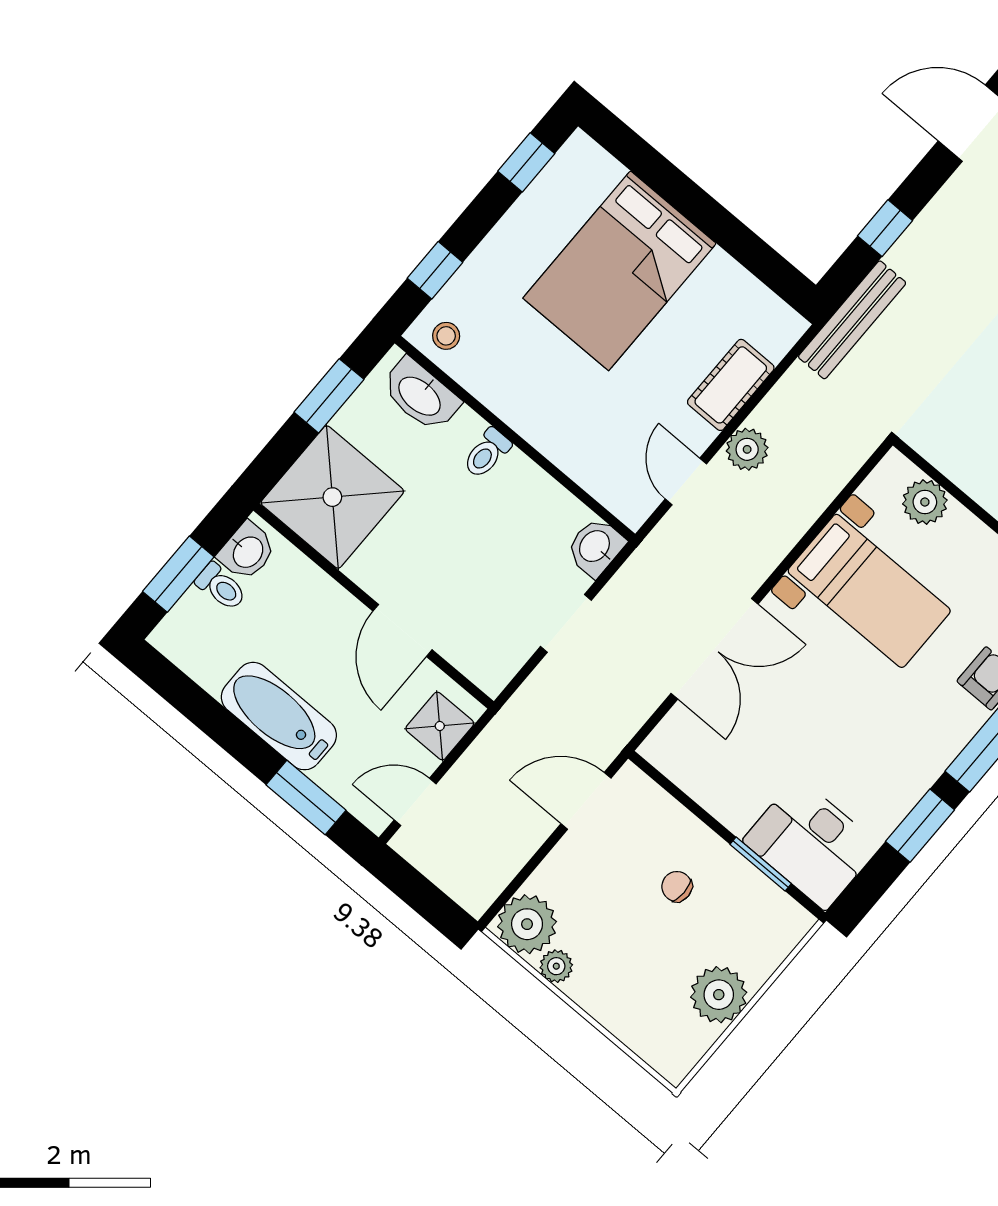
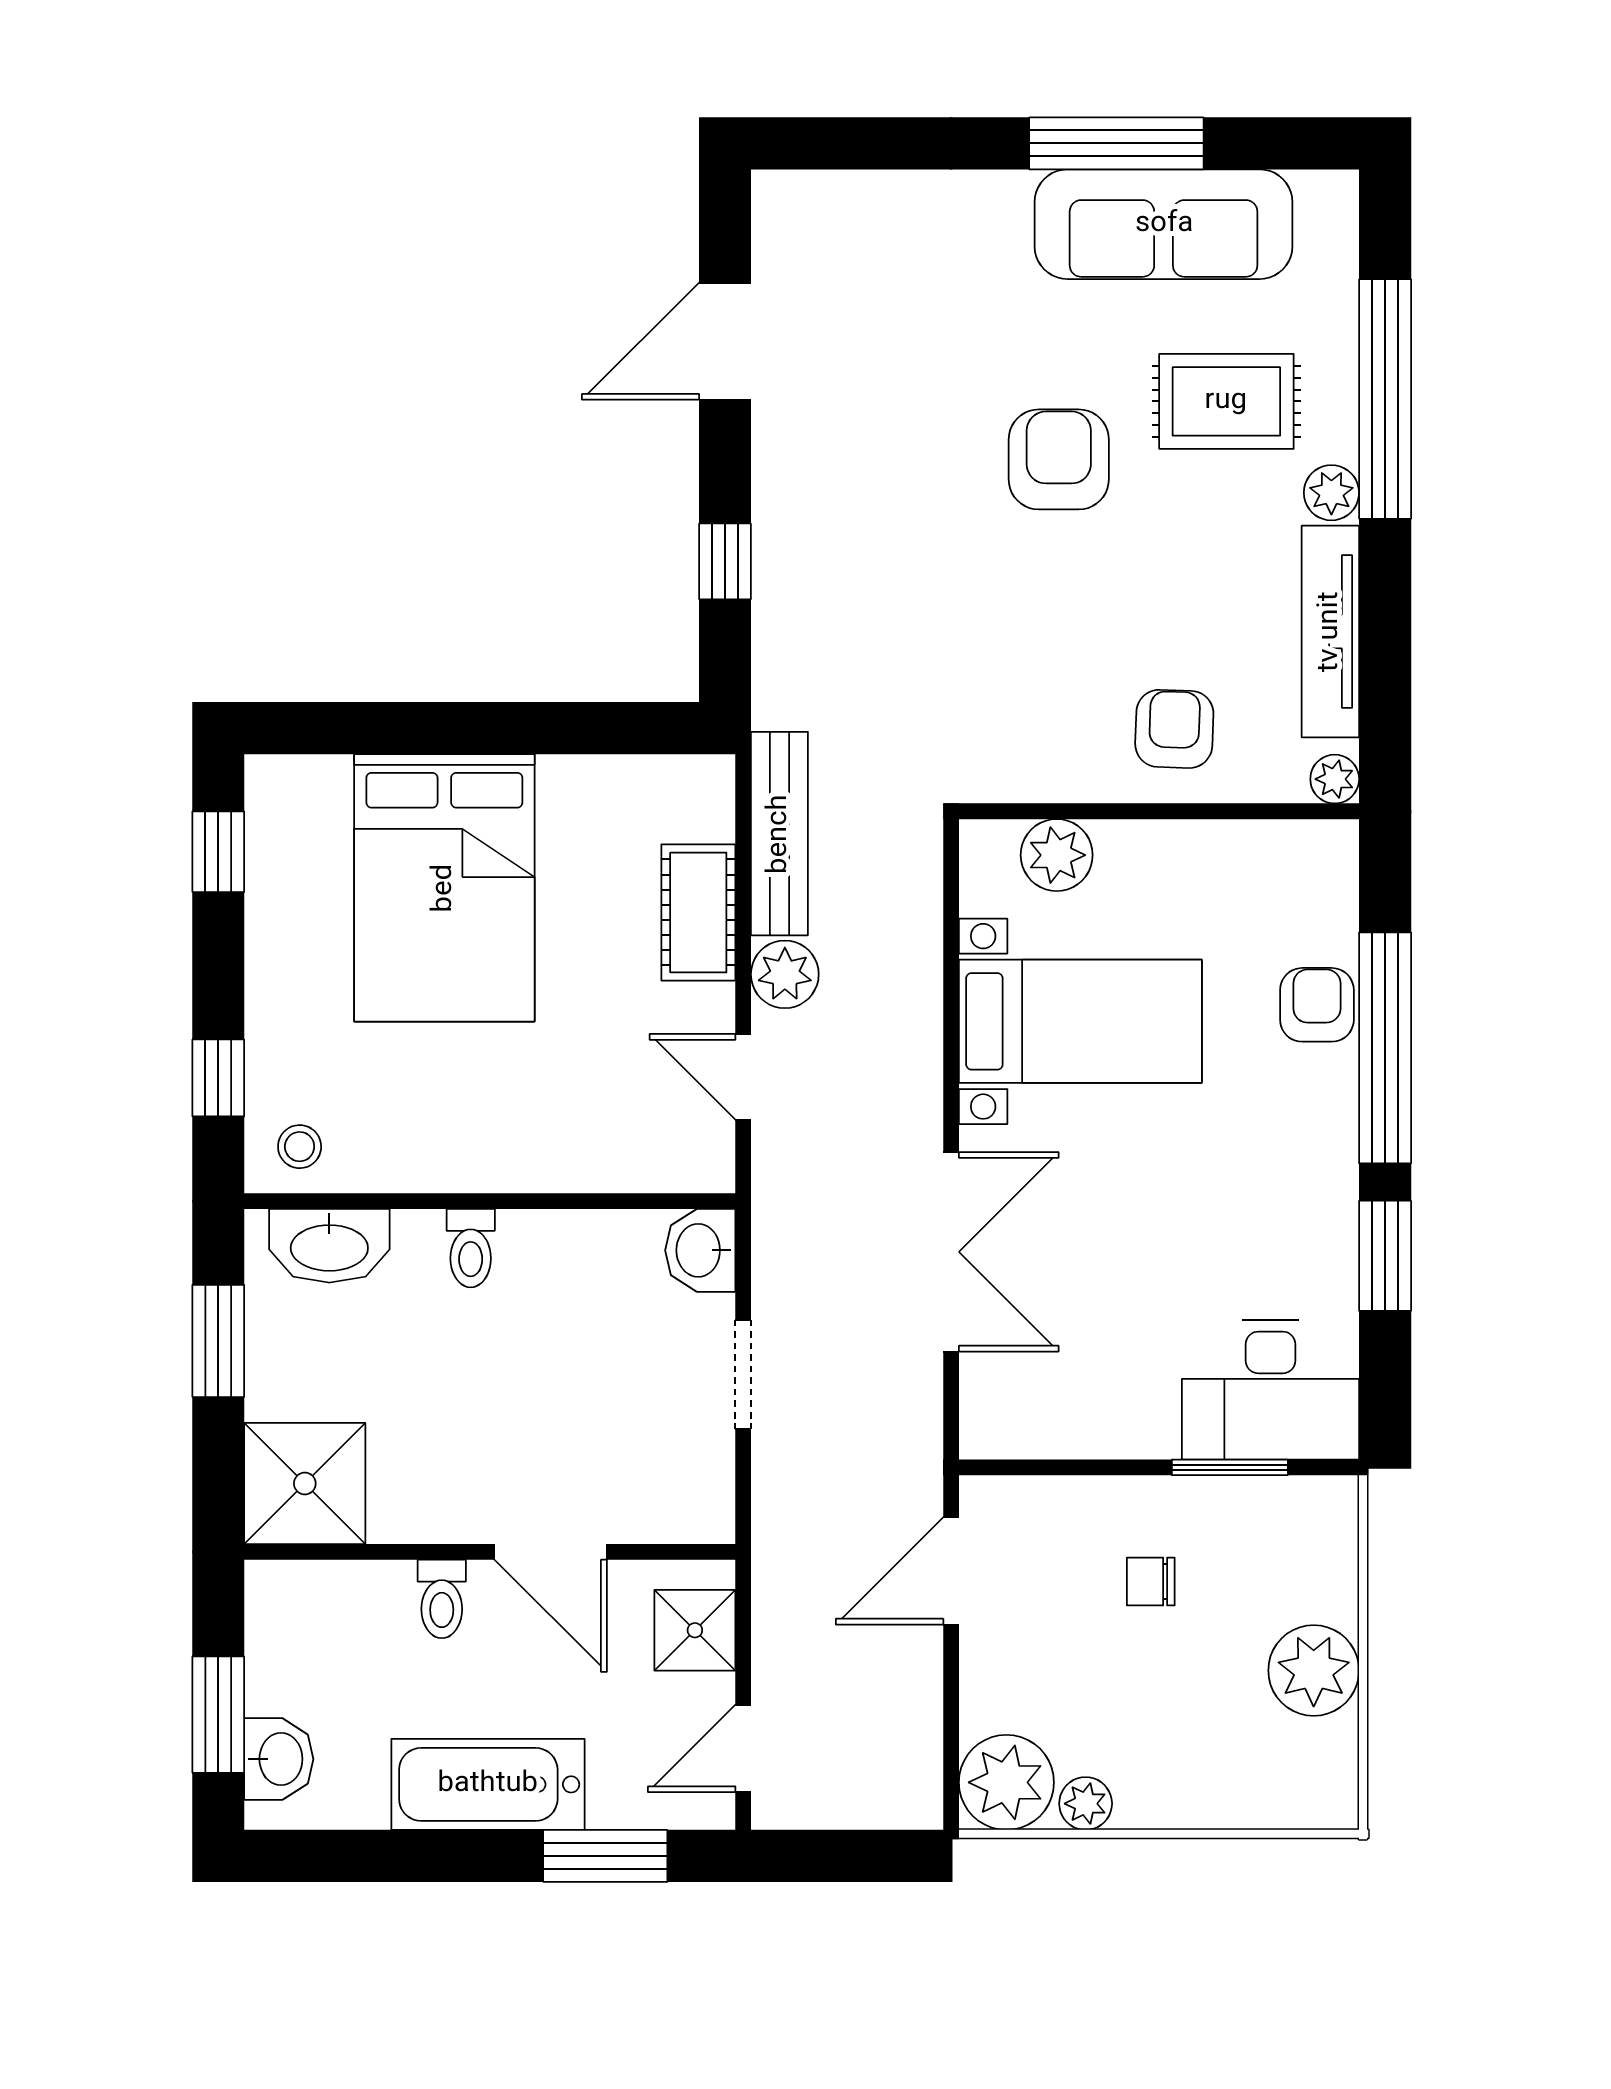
bench: (852, 320) -> (779, 834), moved
shower: (332, 497) -> (305, 1483), width x0.73, depth x0.73
washbasin: (247, 551) -> (279, 1759), moved
toilet: (221, 587) -> (442, 1599), moved, turned 90

